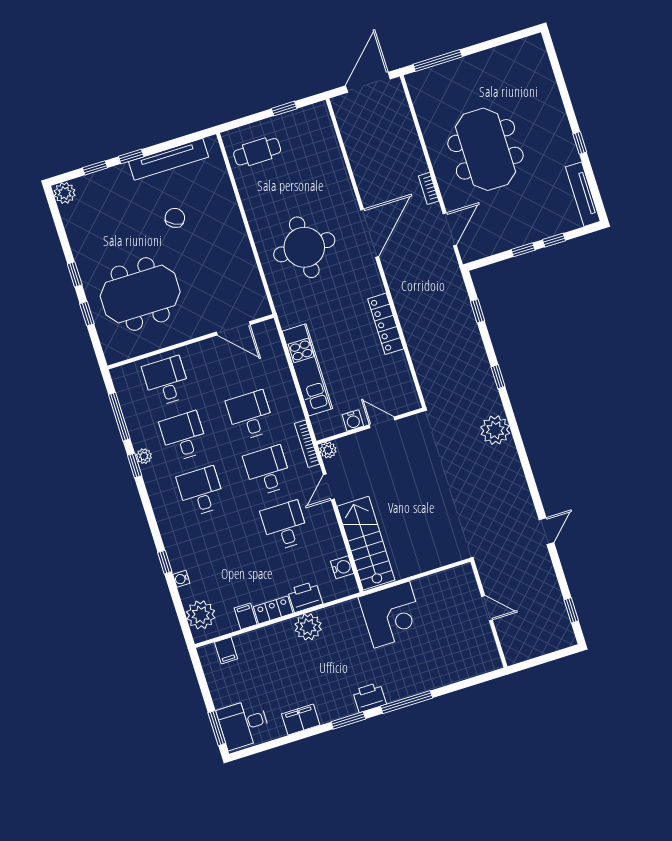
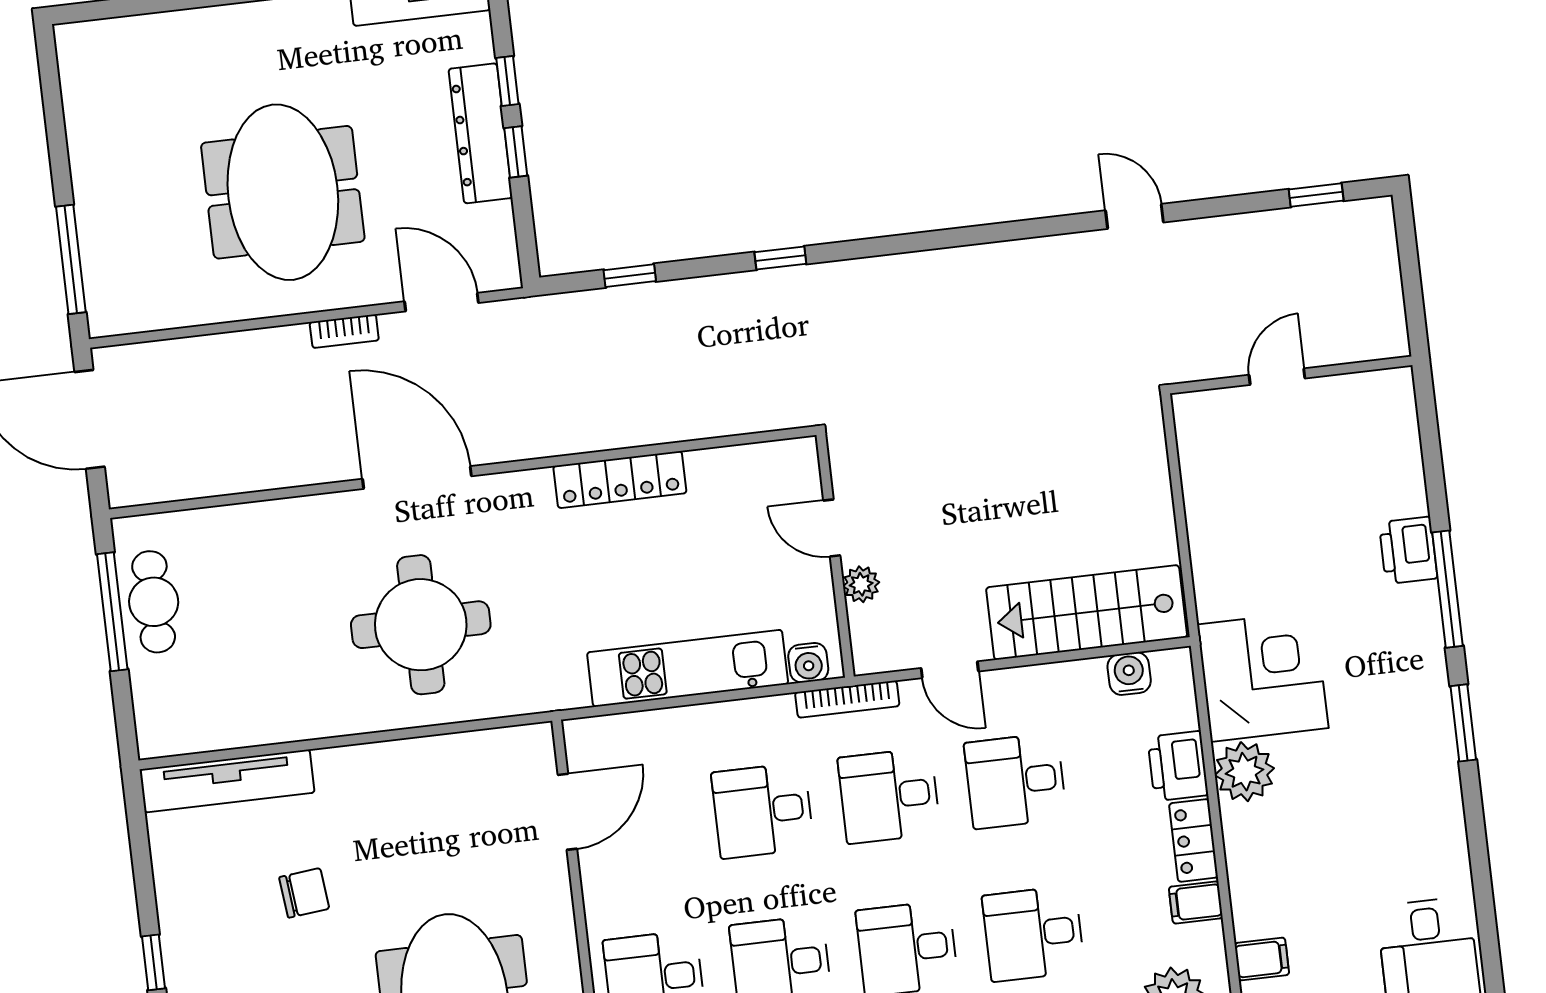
window: (284, 109) -> (112, 612), width x2.17
meeting table: (485, 149) -> (283, 192), turned 90
cafe table: (257, 152) -> (154, 602), moved
tv unit: (168, 159) -> (227, 781), moved, turned 90
chair: (175, 218) -> (304, 893), turned 146
dresser: (528, 233) -> (480, 133), added
water cooler: (353, 420) -> (808, 663), moved, turned 90
door: (382, 422) -> (832, 528), hinge flipped
plant: (495, 430) -> (895, 286), removed
plant: (328, 450) -> (861, 584), moved
desk: (218, 546) -> (1033, 934), added
corner desk: (392, 615) -> (1263, 676), moved
printer: (369, 697) -> (1408, 550), moved
filing cabinet: (301, 720) -> (1442, 826), removed

